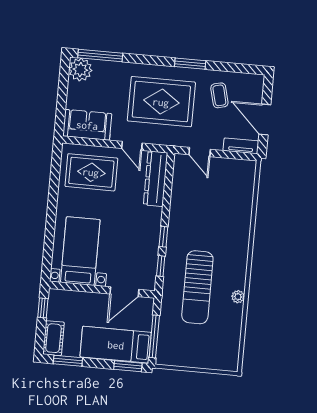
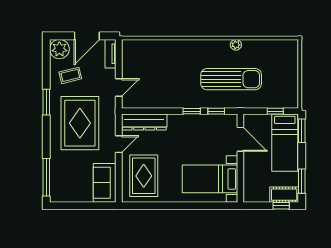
plant: (80, 70) -> (59, 49), moved
window: (43, 308) -> (281, 206), moved
window: (154, 336) -> (275, 111), width x0.46

